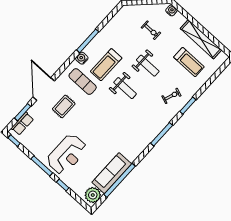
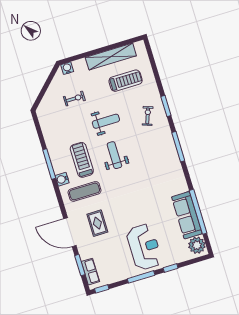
treadmill: (106, 65) -> (82, 160), turned 180
weight bench: (125, 88) -> (114, 155), turned -90

